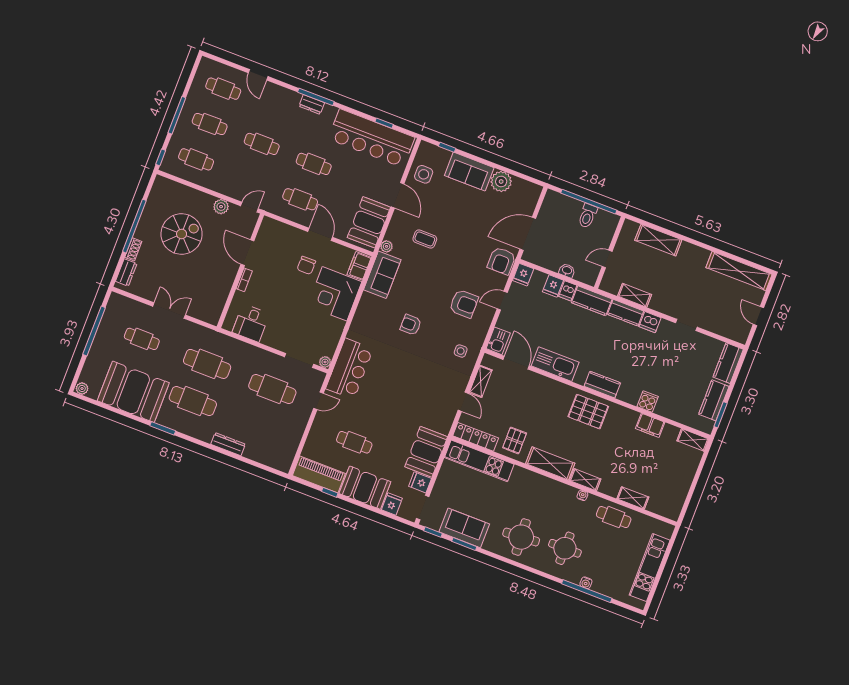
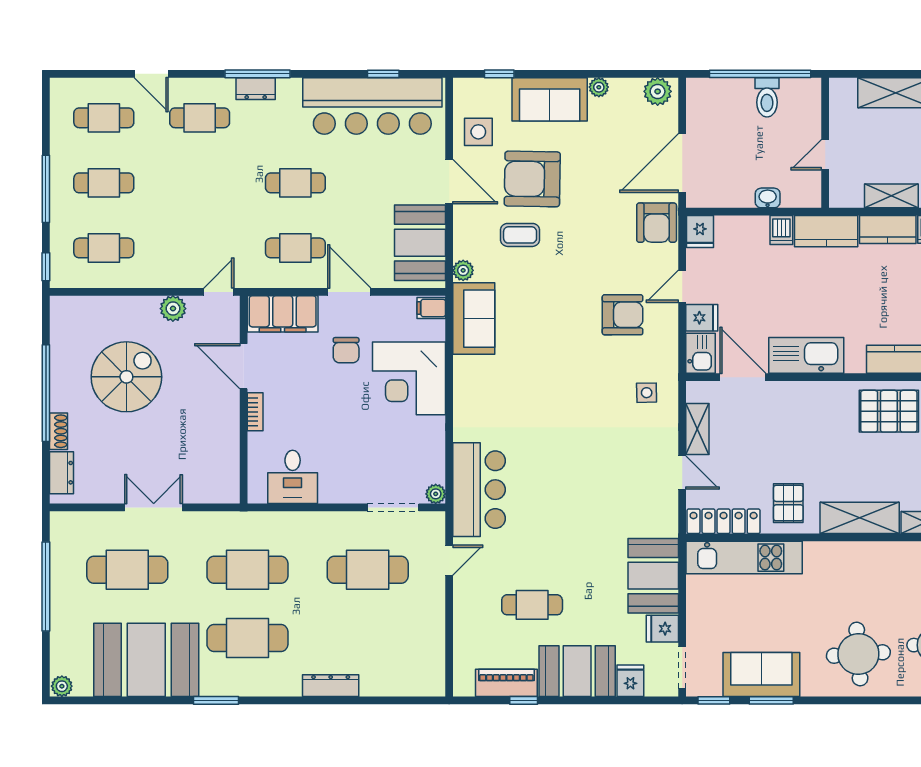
cafe table: (262, 144) -> (200, 118), moved
plant: (501, 182) -> (599, 87), width x0.53, depth x0.53
plant: (529, 190) -> (658, 91), added
filing cabinet: (279, 232) -> (283, 314), added
filing cabinet: (359, 266) -> (431, 308), width x0.50
fridge: (553, 286) -> (702, 318), moved, turned -90
armchair: (411, 325) -> (532, 179), moved, width x1.88, depth x1.88
cafe table: (142, 339) -> (127, 570), width x1.37, depth x1.35
piano: (319, 475) -> (506, 683), width x0.73, depth x0.75

